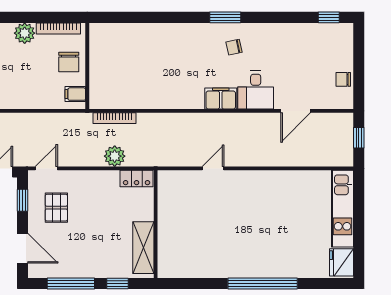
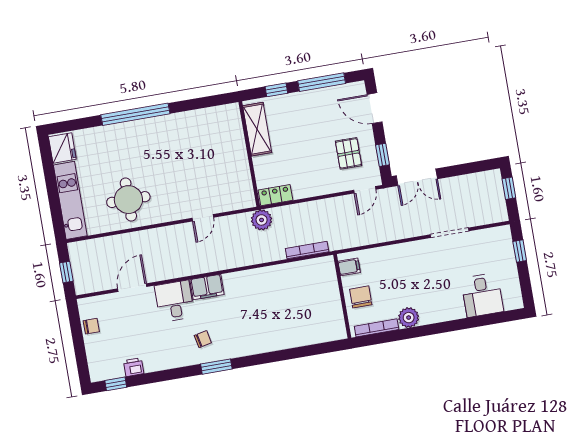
printer: (308, 31) -> (134, 367), added
plant: (115, 156) -> (262, 220), moved
round table: (284, 199) -> (128, 200), added

